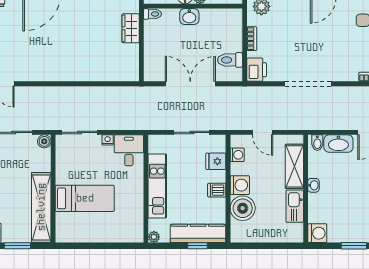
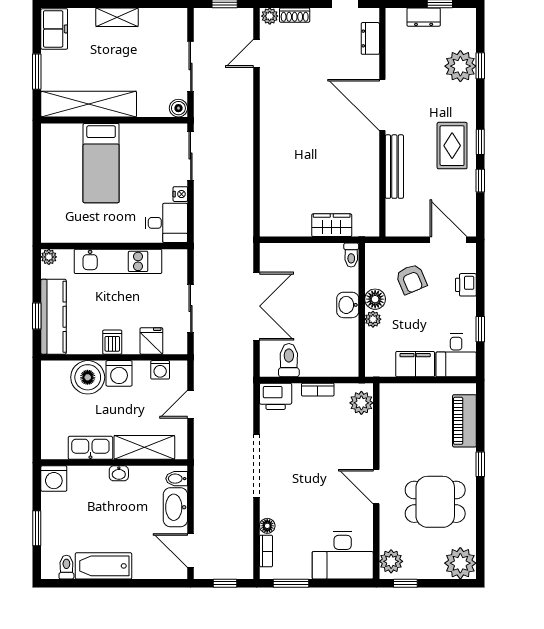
floor lamp: (352, 76) -> (267, 526), added

